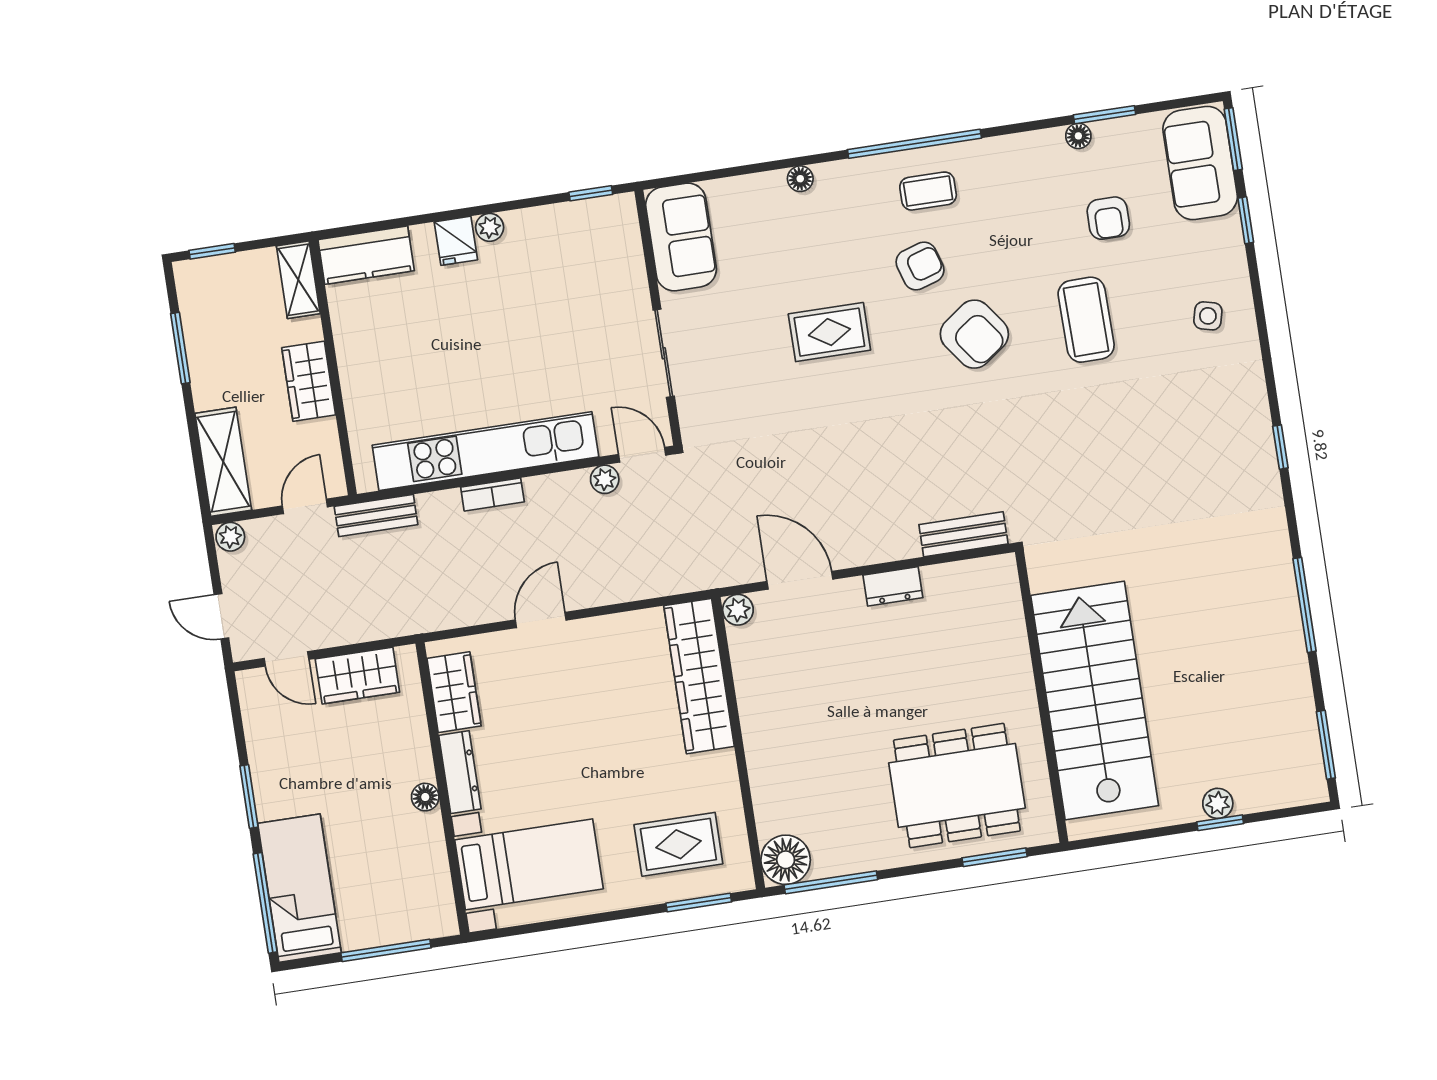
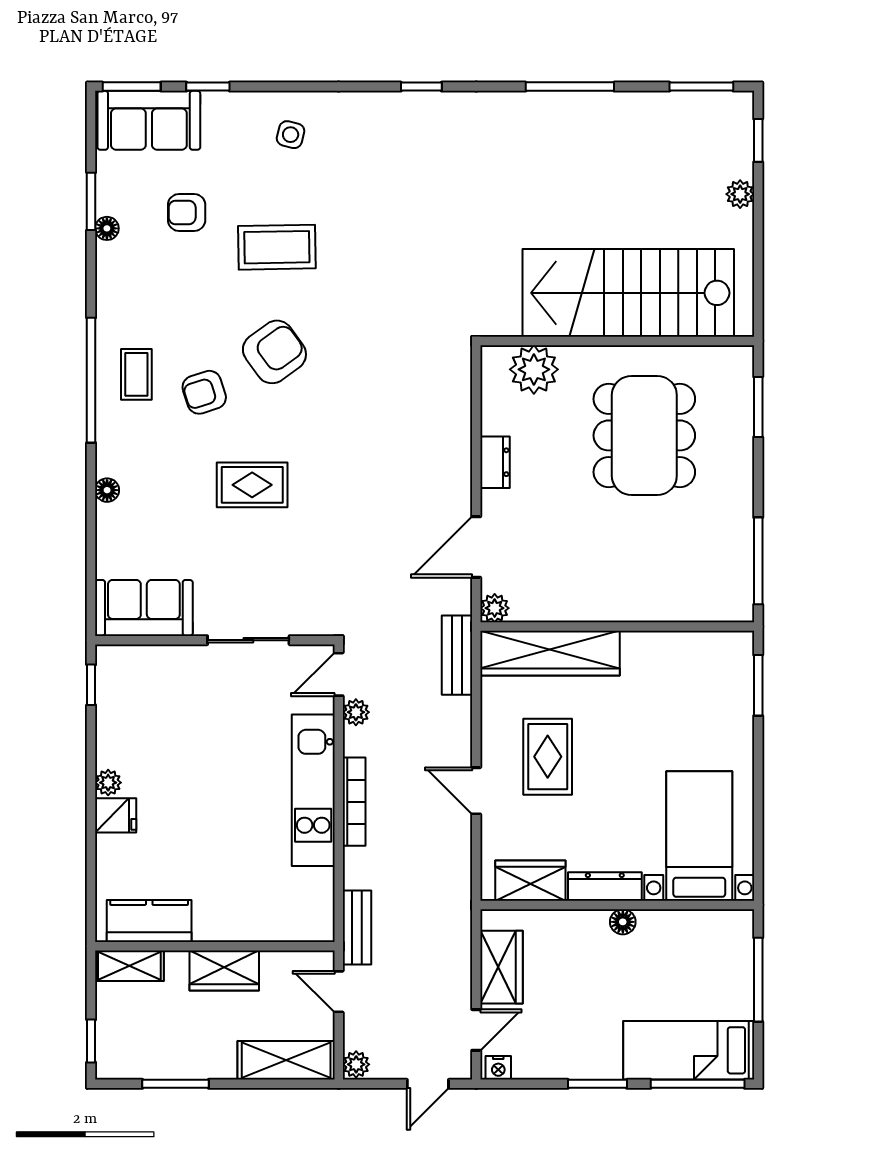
armchair: (1108, 218) -> (187, 212), turned 180
kitchen counter: (366, 255) -> (149, 921), moved, turned -90
armchair: (920, 266) -> (204, 392), turned -91
rug: (829, 332) -> (252, 485), turned 90
kitchen unit: (485, 451) -> (313, 790), width x0.73
bookcase: (492, 494) -> (354, 802), width x1.56
bench: (963, 534) -> (457, 655), moved
plant: (998, 613) -> (534, 369), added
nightstand: (250, 688) -> (498, 1068), added
dining table: (957, 785) -> (644, 435), moved
window: (1220, 823) -> (758, 140), moved
rug: (678, 844) -> (548, 757), moved
floor lamp: (786, 860) -> (731, 599), removed

